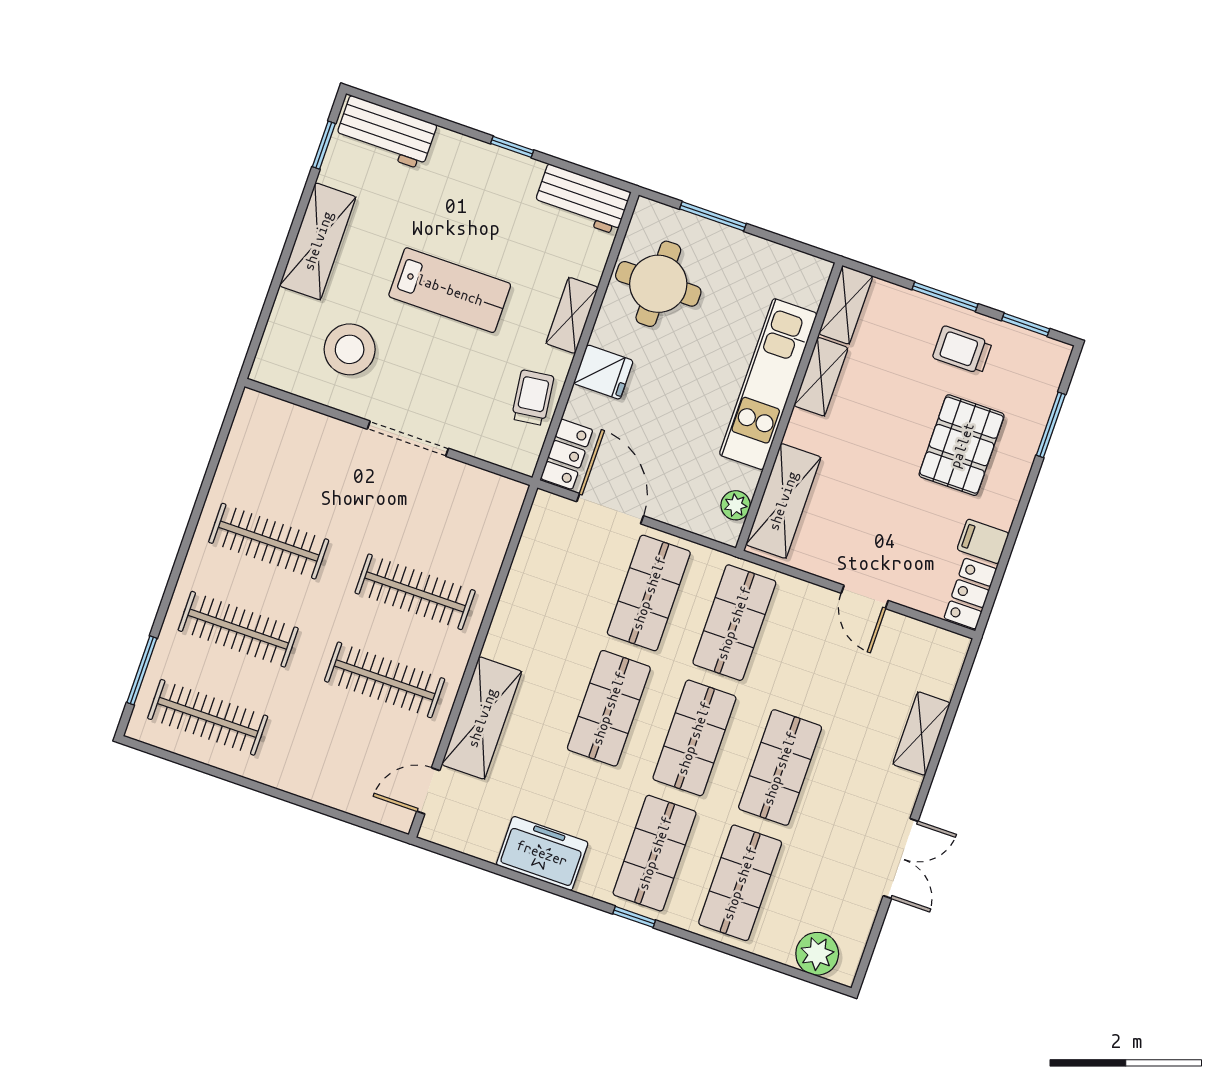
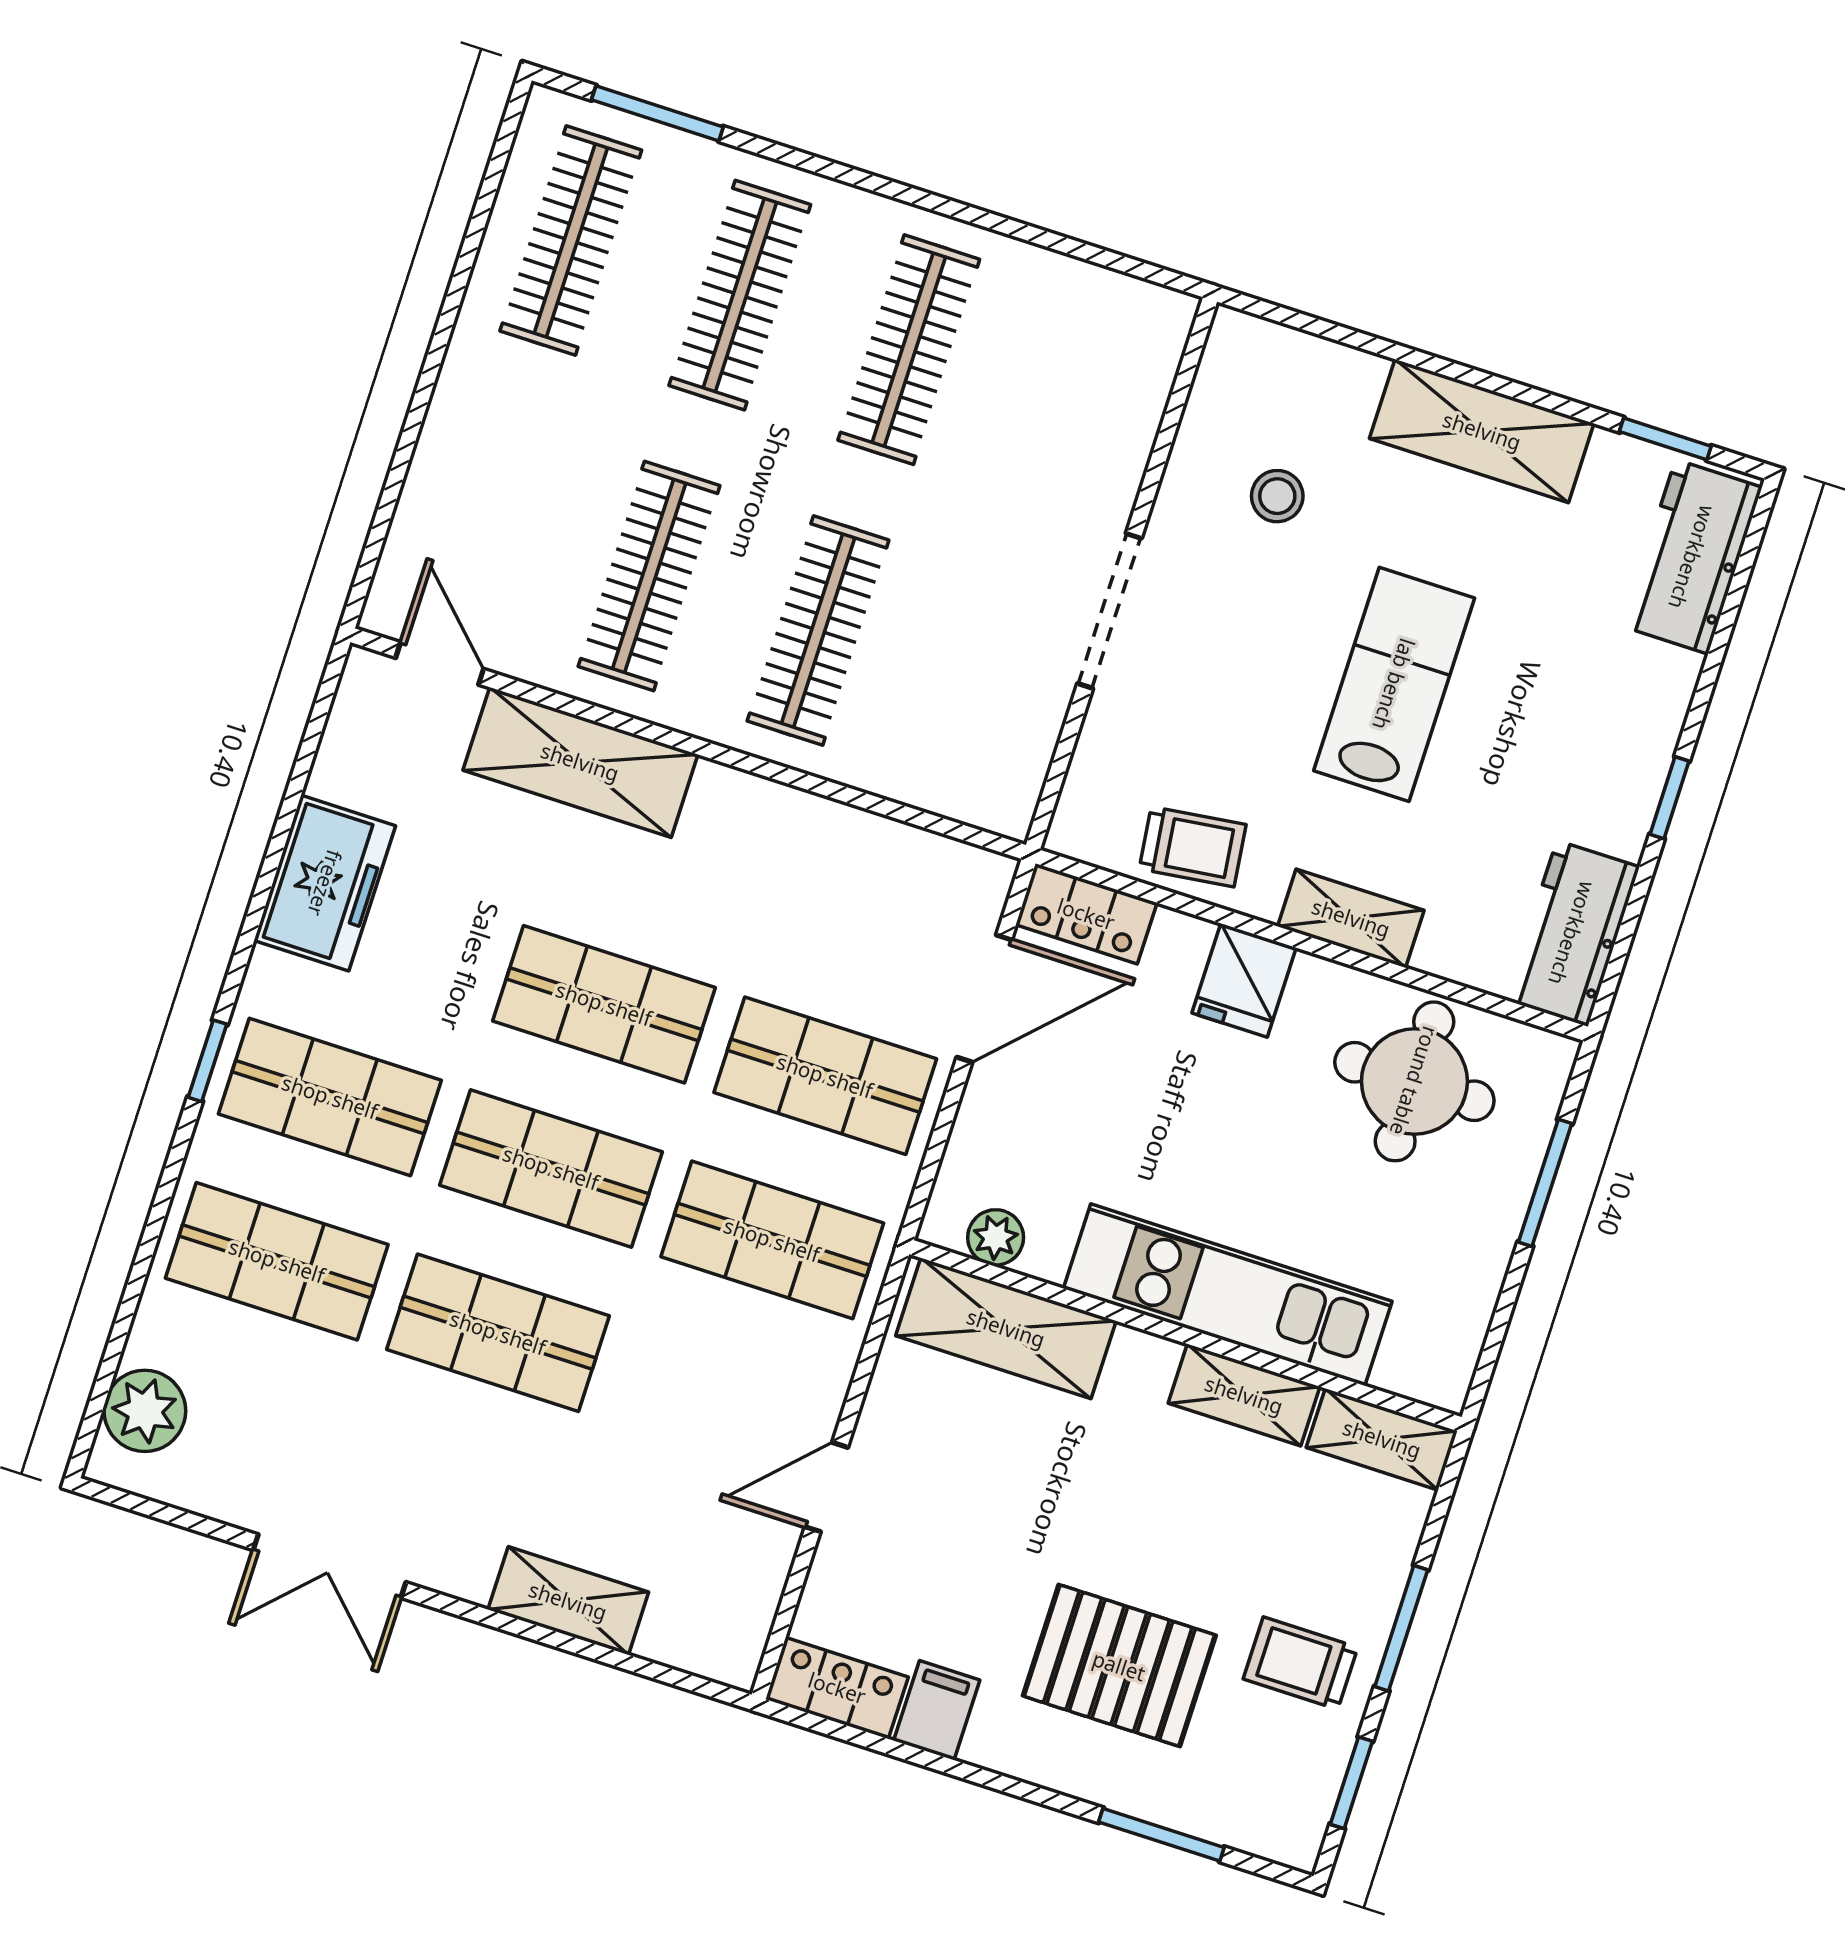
lab bench: (450, 290) -> (1394, 684), turned 180
stool: (350, 349) -> (1277, 496), width x0.53, depth x0.53
trolley: (962, 350) -> (1301, 1663), turned -90

